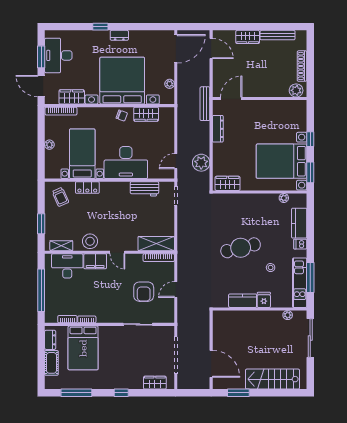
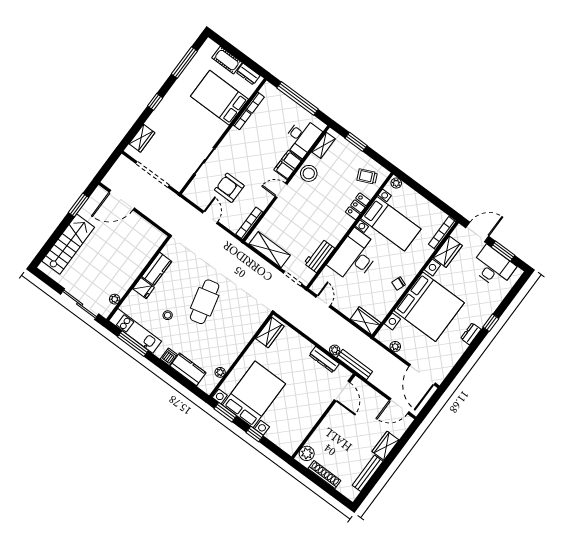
wardrobe: (146, 114) -> (366, 321), moved, turned 90
plant: (49, 145) -> (396, 183), moved
plant: (201, 163) -> (335, 350), moved, width x0.53, depth x0.53
shelving: (156, 244) -> (270, 250), moved, turned 90

